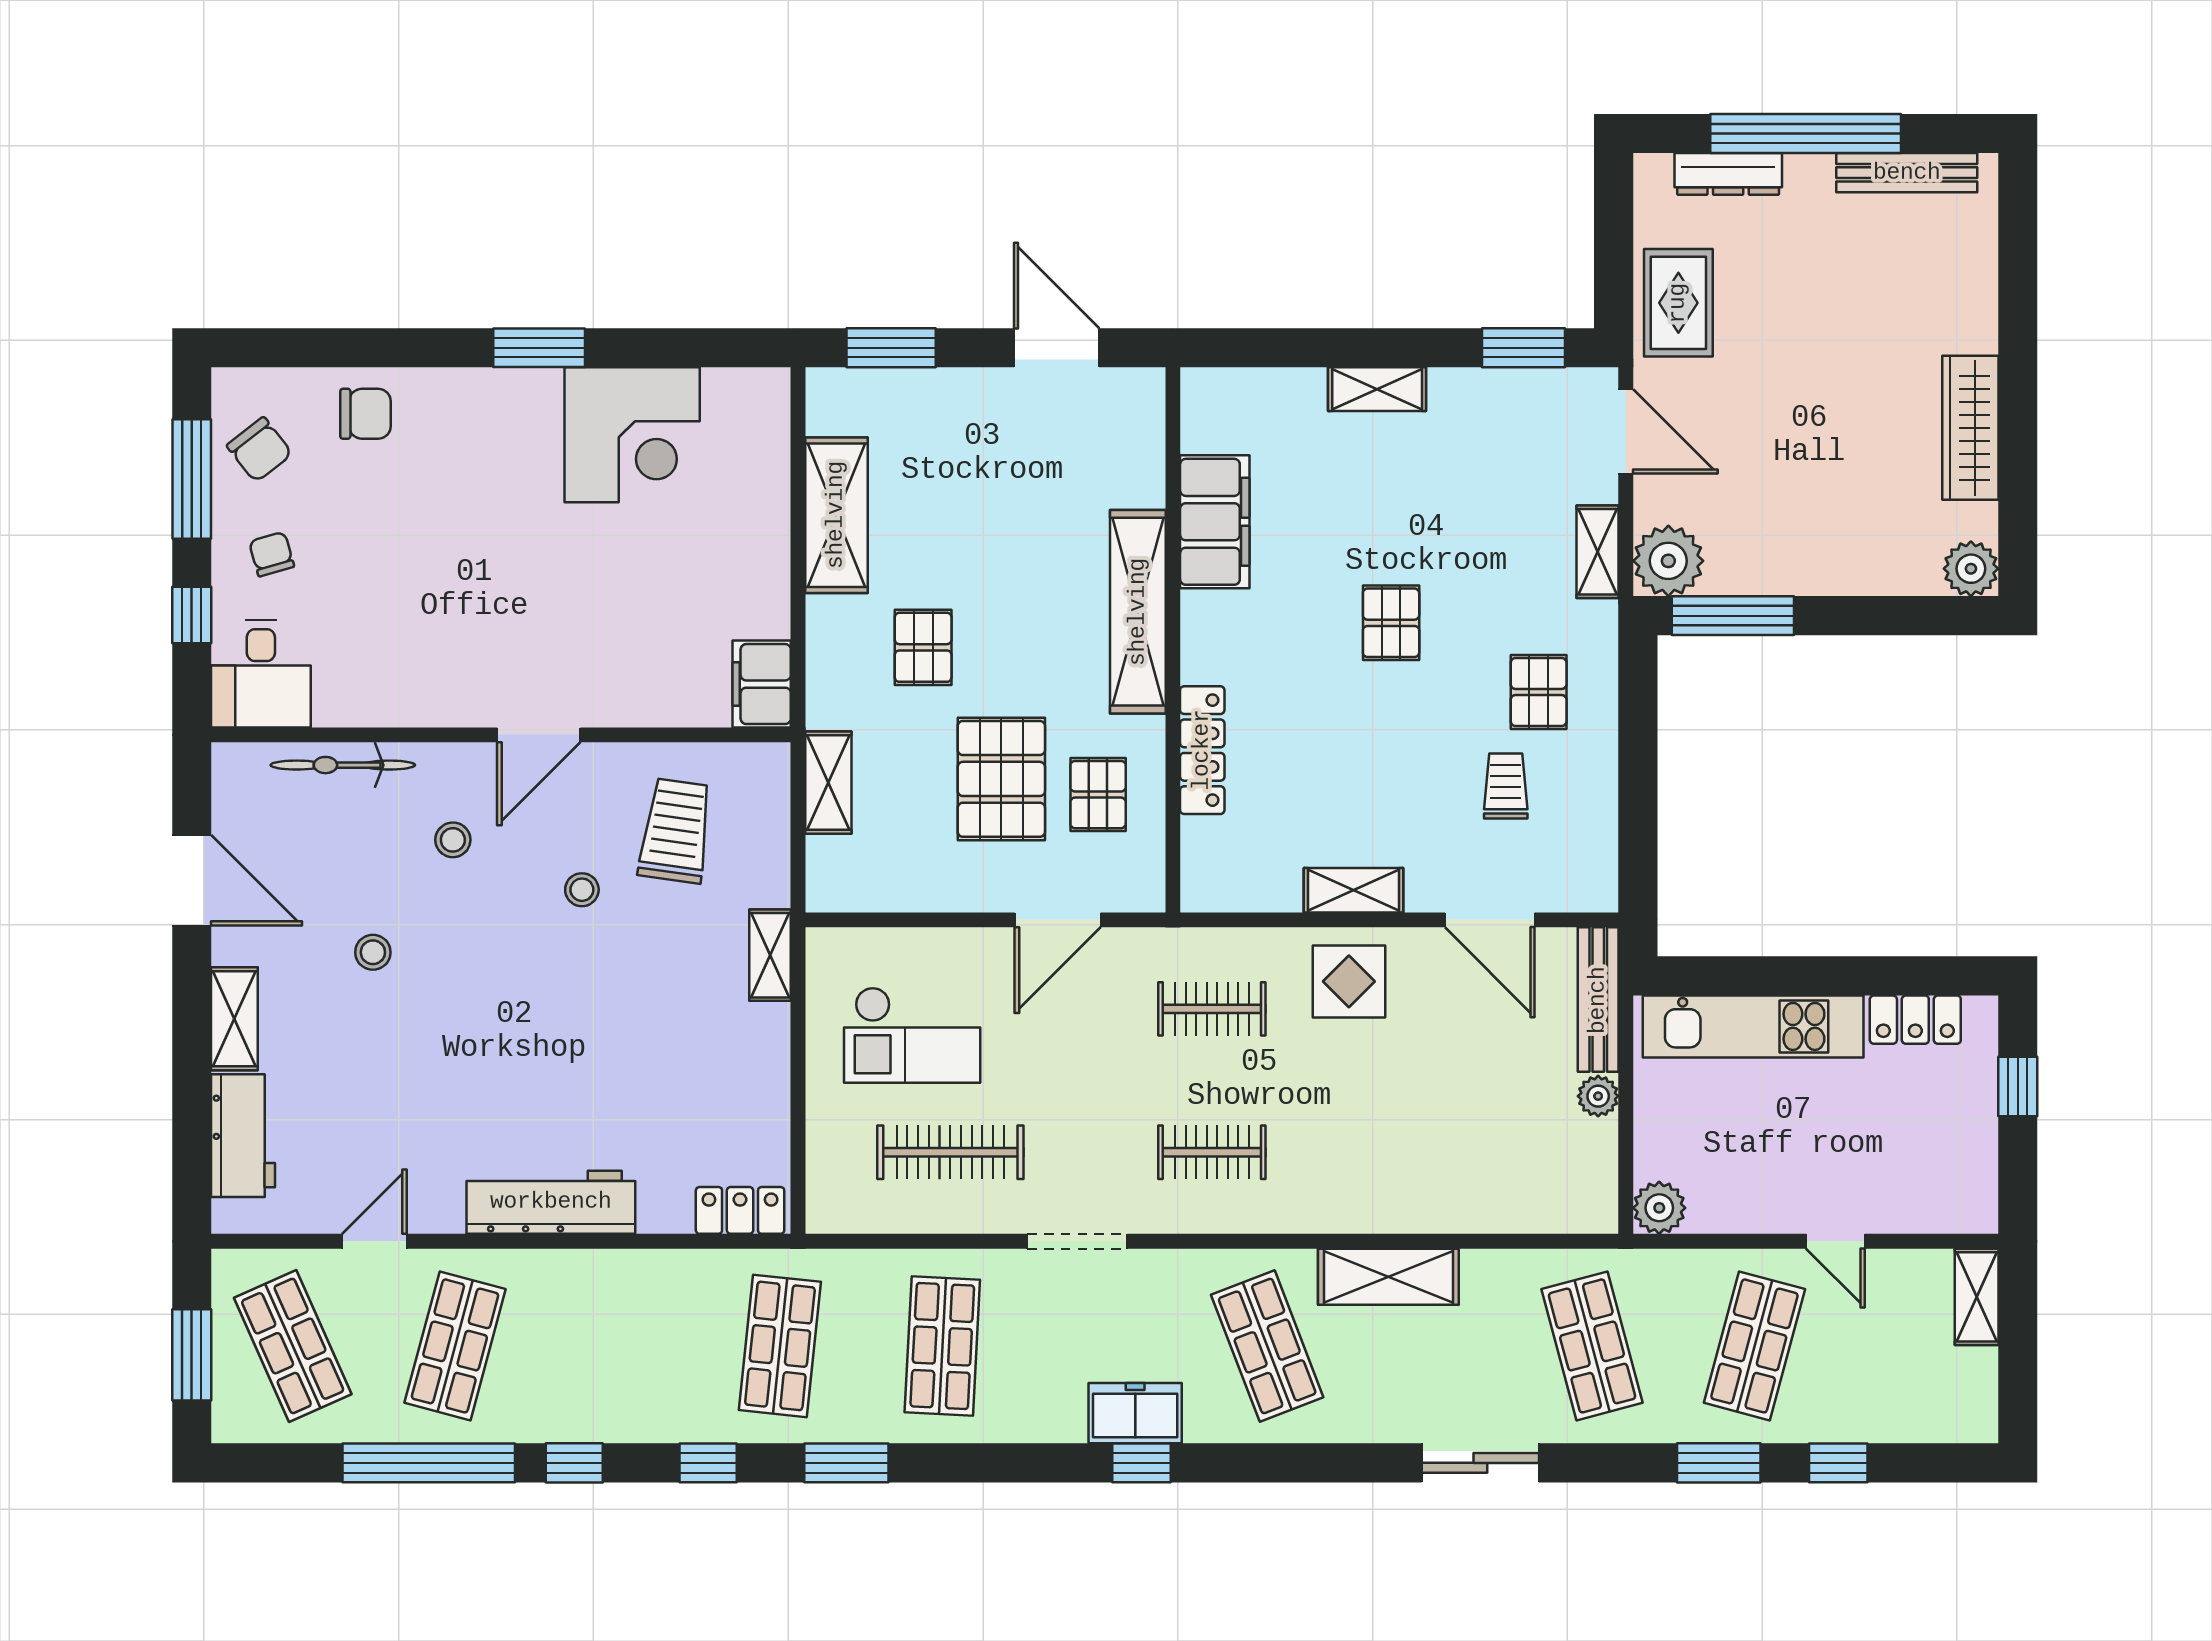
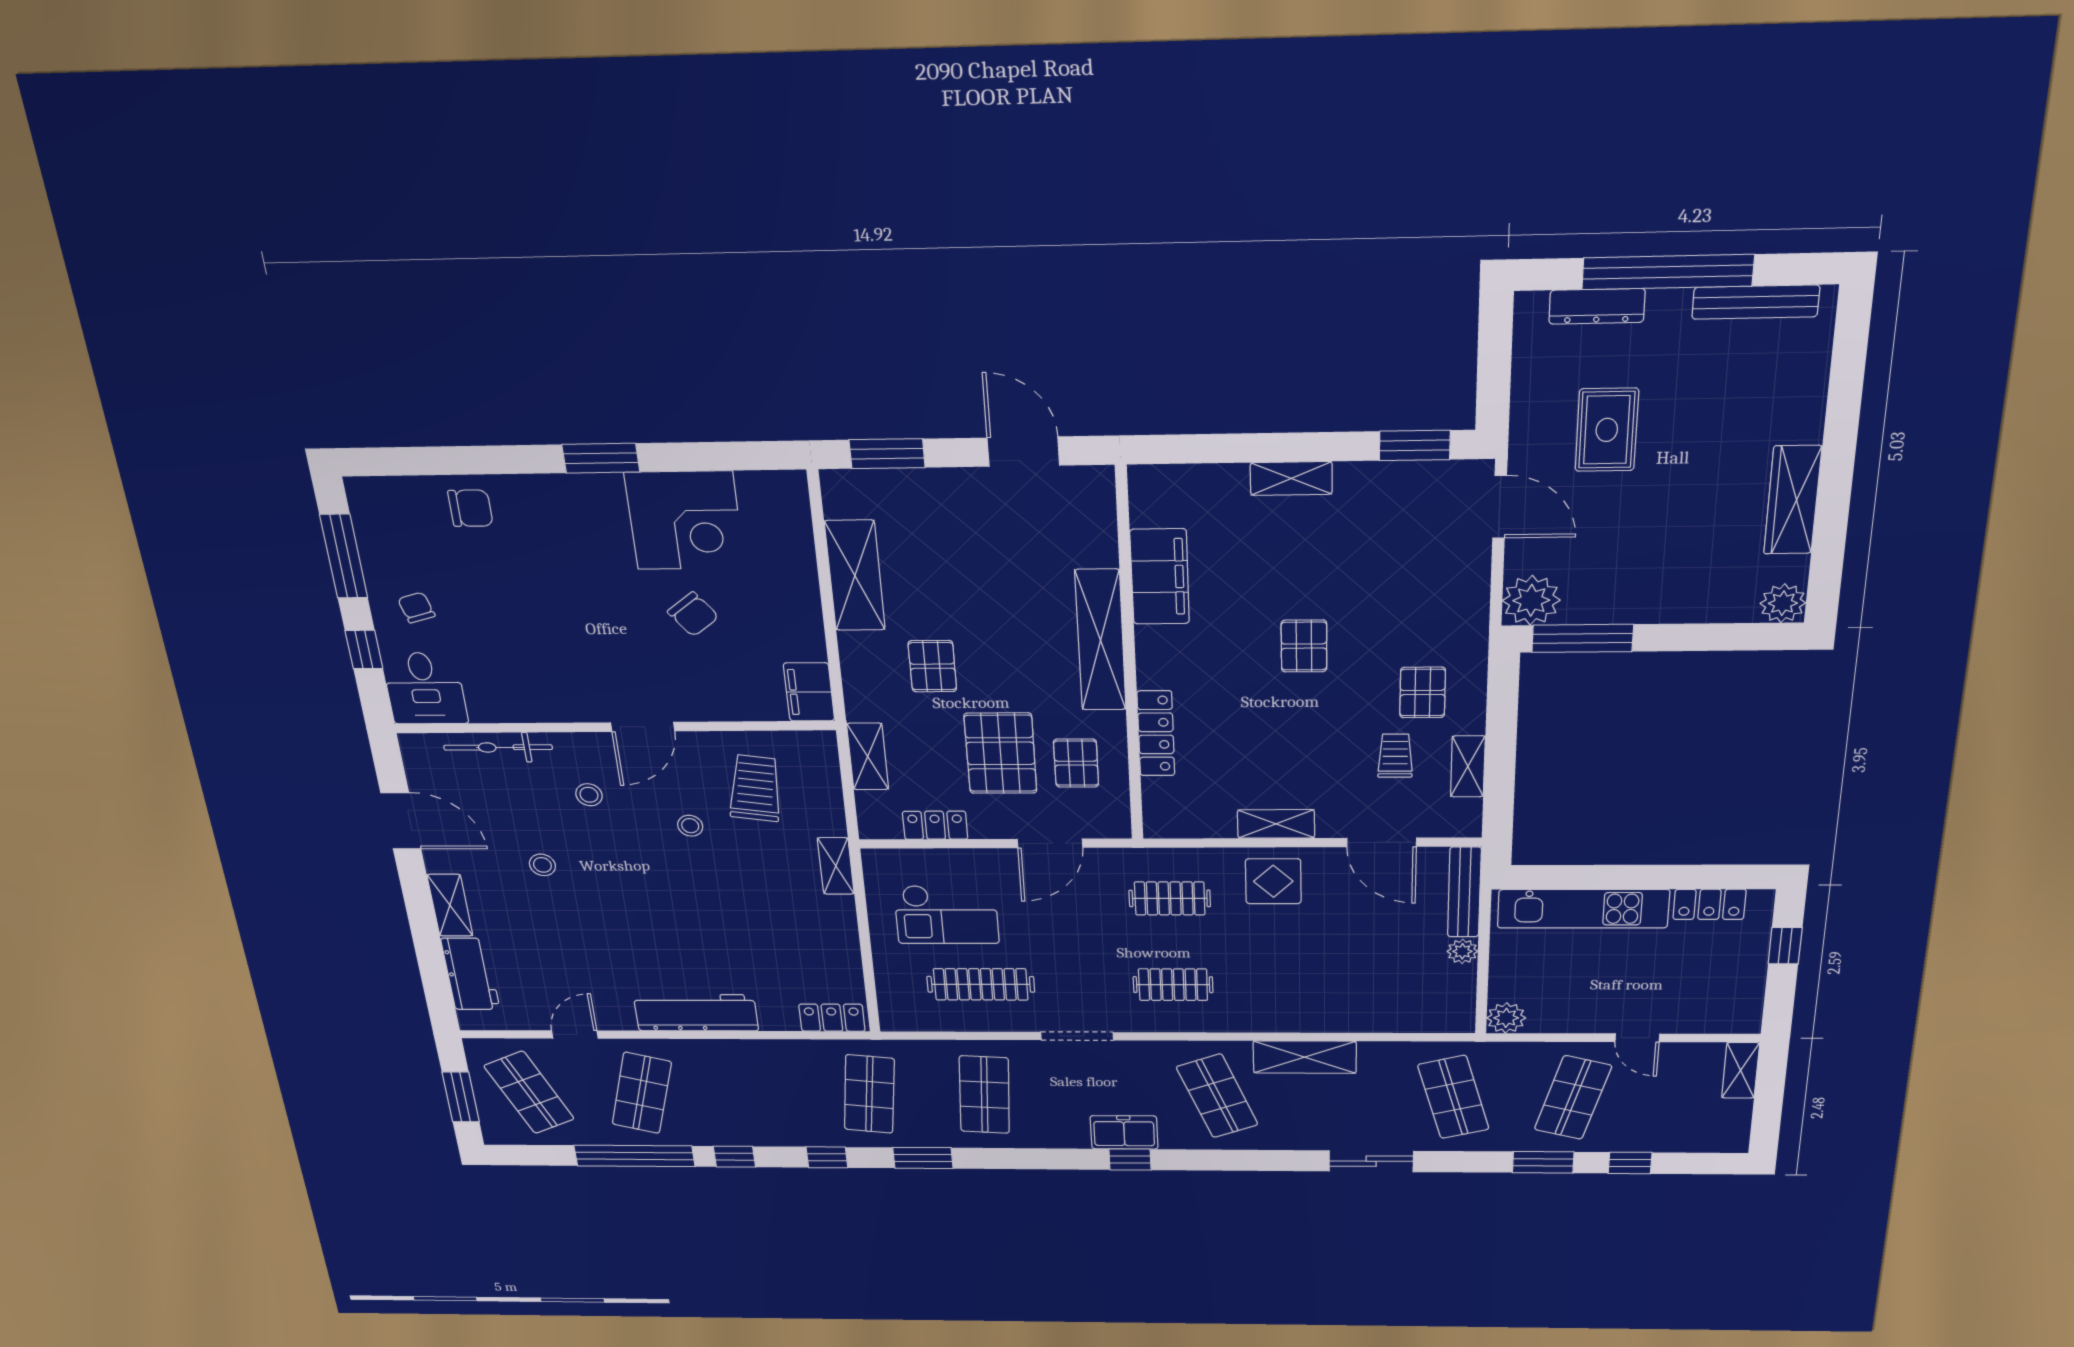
rug: (1678, 303) -> (1607, 430), moved
chair: (259, 450) -> (693, 614), moved
shelving: (1598, 552) -> (1468, 766), moved
locker: (908, 890) -> (935, 825), added

